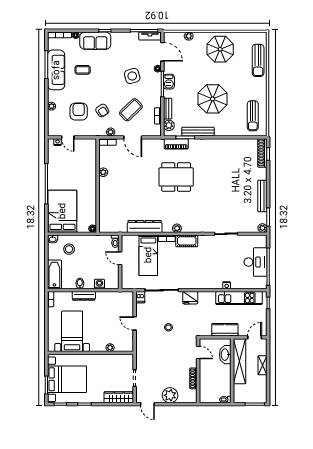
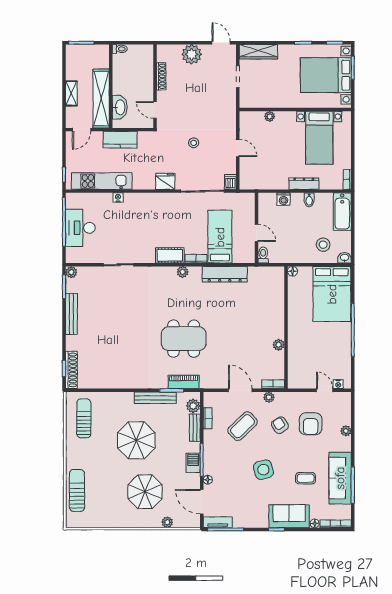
parasol: (220, 49) -> (145, 492), moved
side table: (132, 76) -> (263, 470), moved

